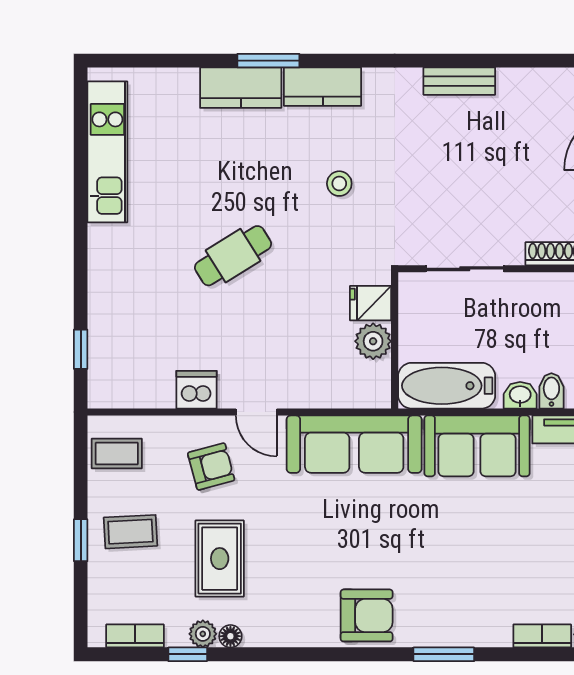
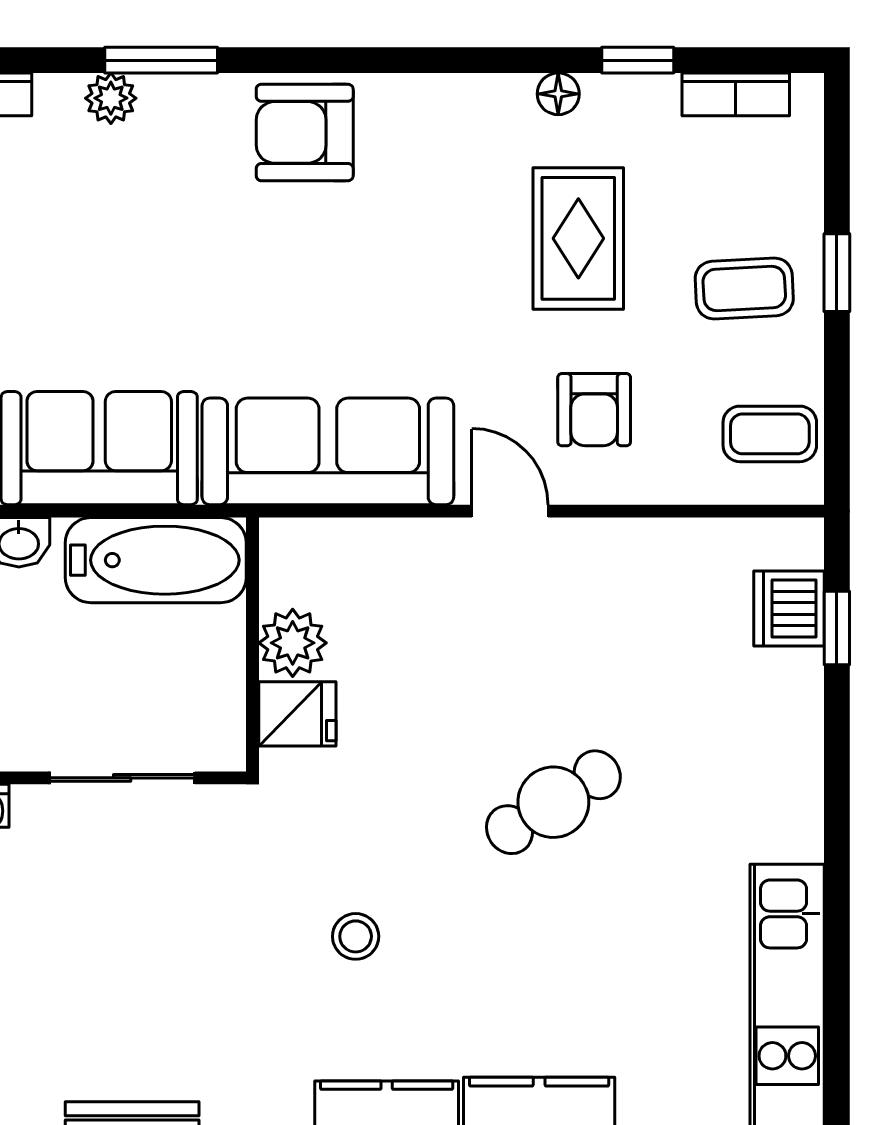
dishwasher: (196, 390) -> (789, 608), moved, turned 90
armchair: (211, 467) -> (594, 410), turned -75
plant: (203, 634) -> (111, 98), moved

